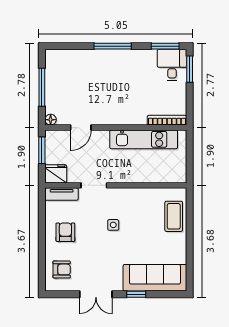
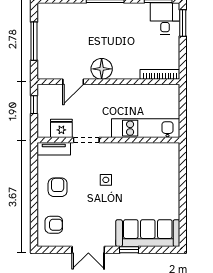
floor lamp: (51, 120) -> (102, 69), moved, width x1.89, depth x1.89
kitchen unit: (144, 139) -> (146, 128), moved, turned 180
window: (42, 150) -> (34, 105), width x0.67
fridge: (56, 174) -> (61, 128), moved
coffee table: (174, 216) -> (167, 171), removed

